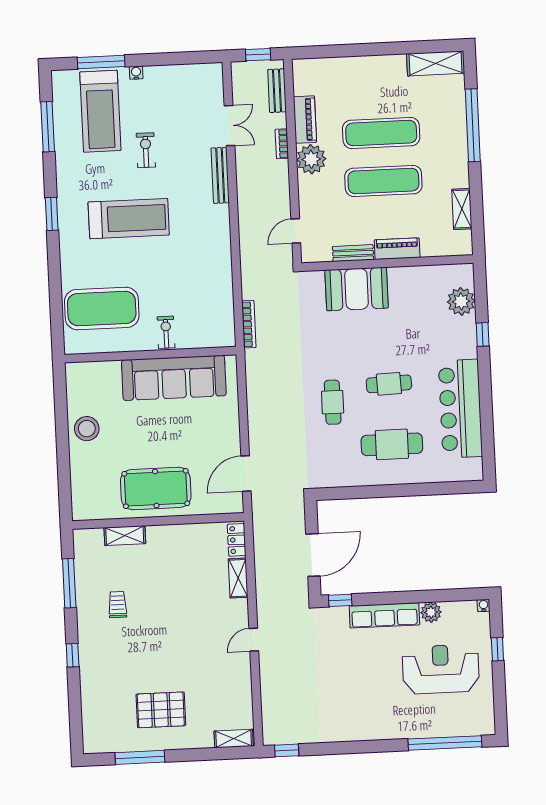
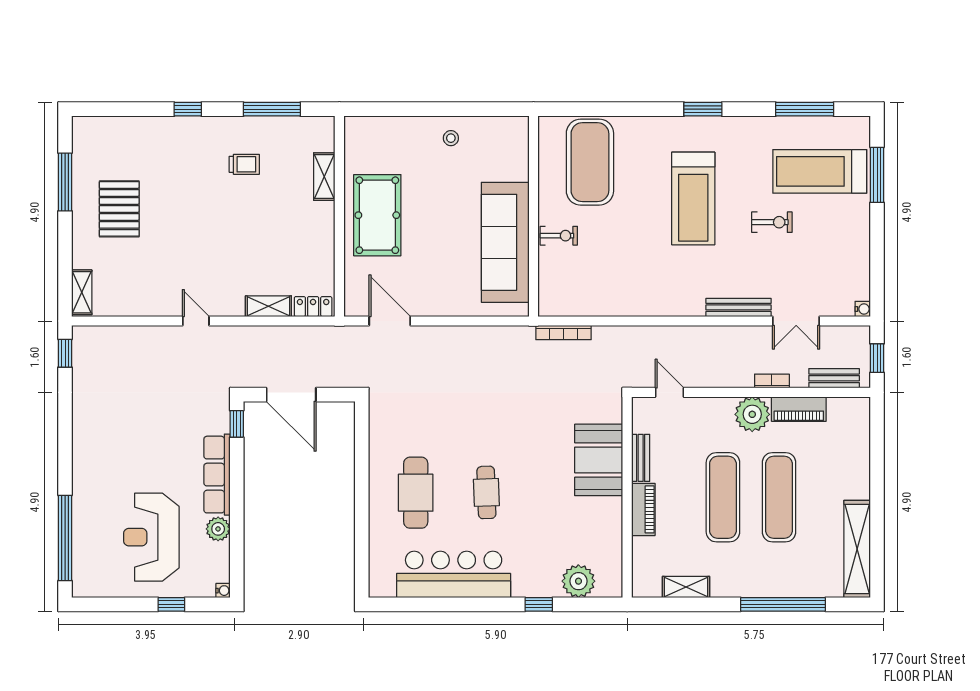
shelving: (436, 63) -> (857, 549), width x1.47
water cooler: (136, 73) -> (863, 309), moved
cafe table: (333, 402) -> (468, 426), removed
stool: (87, 429) -> (451, 138), width x0.53, depth x0.53
reception desk: (441, 669) -> (151, 537), turned 180

